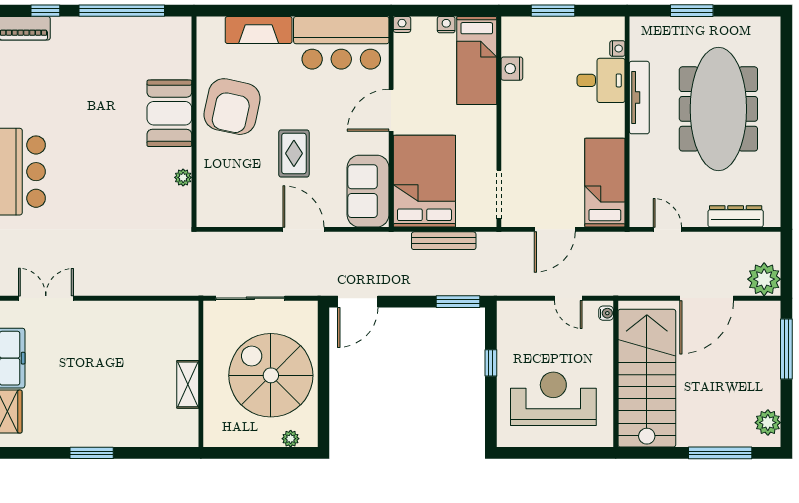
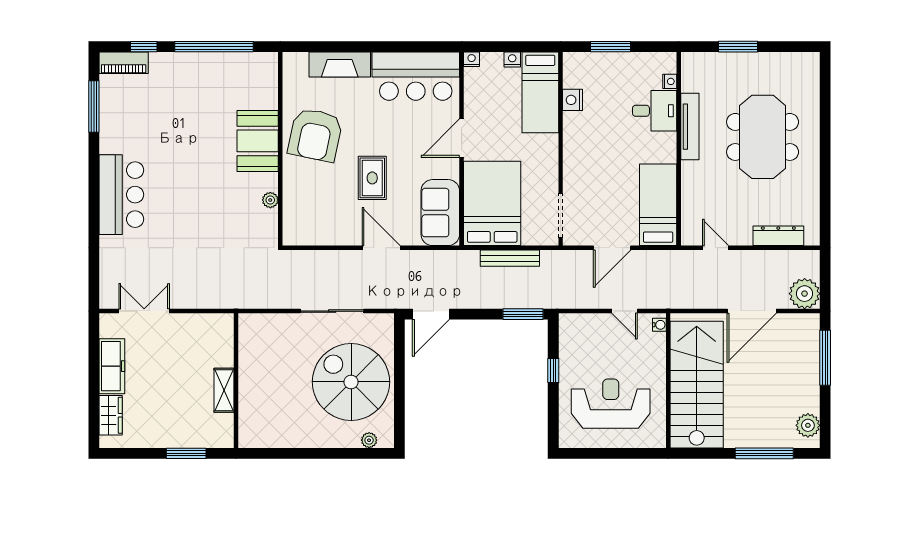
meeting table: (718, 109) -> (763, 137), width x0.73
wall: (201, 374) -> (236, 381), moved
shelving: (188, 384) -> (224, 390), moved

